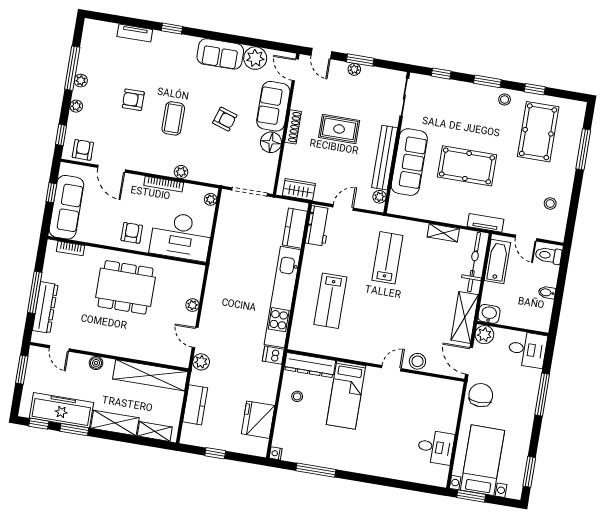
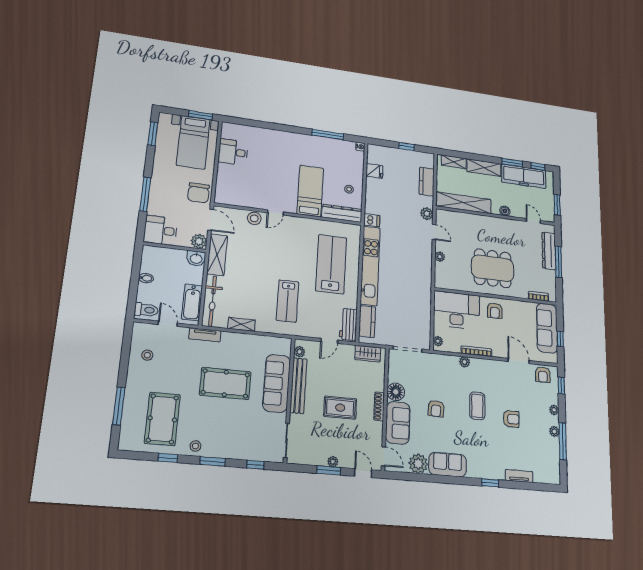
armchair: (225, 119) -> (436, 409), turned -105
lab bench: (330, 301) -> (331, 264), width x1.36, depth x1.39
fridge: (258, 420) -> (374, 171), width x0.53, depth x0.75

